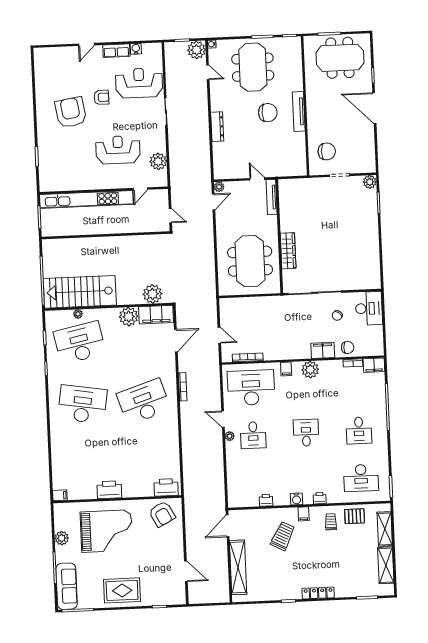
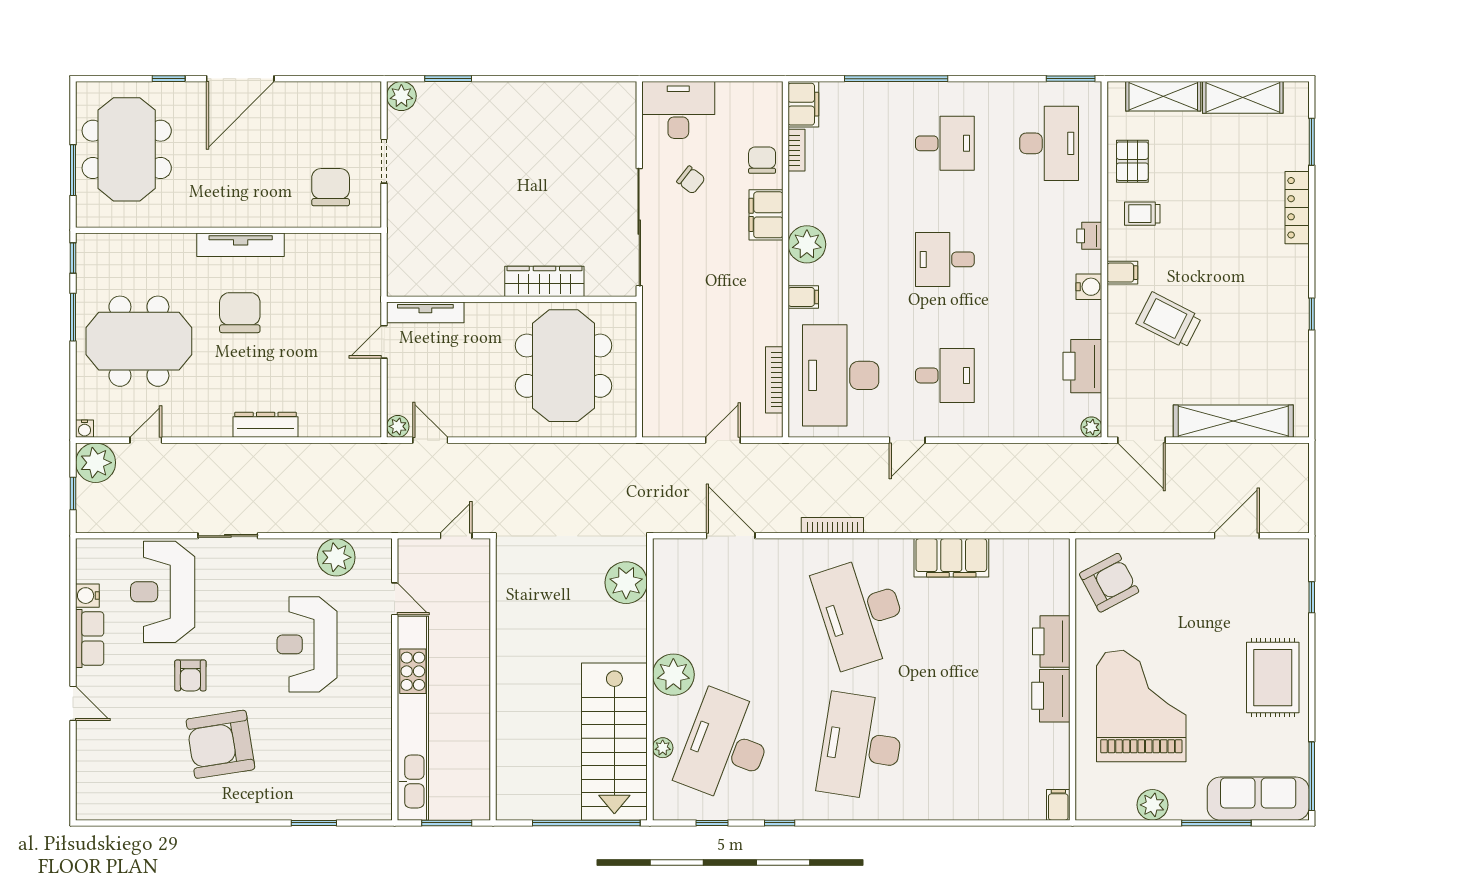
armchair: (101, 97) -> (190, 675), turned 180
meeting table: (250, 261) -> (564, 366), turned 90
filing cabinet: (156, 315) -> (951, 558), moved, turned 90
plant: (129, 317) -> (673, 675), moved
desk: (80, 343) -> (726, 747), turned 33
plant: (230, 436) -> (1091, 427), moved
printer: (166, 487) -> (1051, 641), moved
printer: (266, 500) -> (1082, 366), width x1.87, depth x1.48
locker: (318, 593) -> (1297, 208), moved

